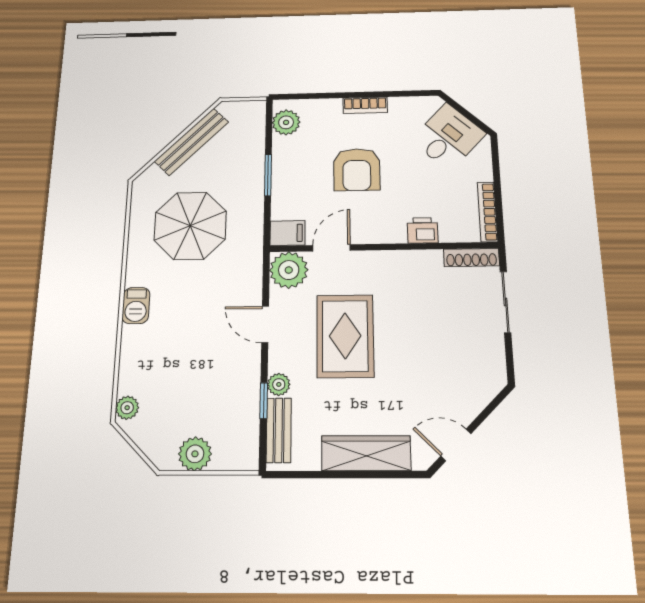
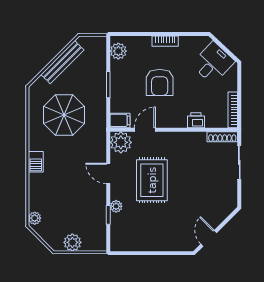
bench: (279, 430) -> (116, 230), removed
door: (456, 445) -> (209, 238), hinge flipped
wardrobe: (366, 453) -> (162, 242), removed

